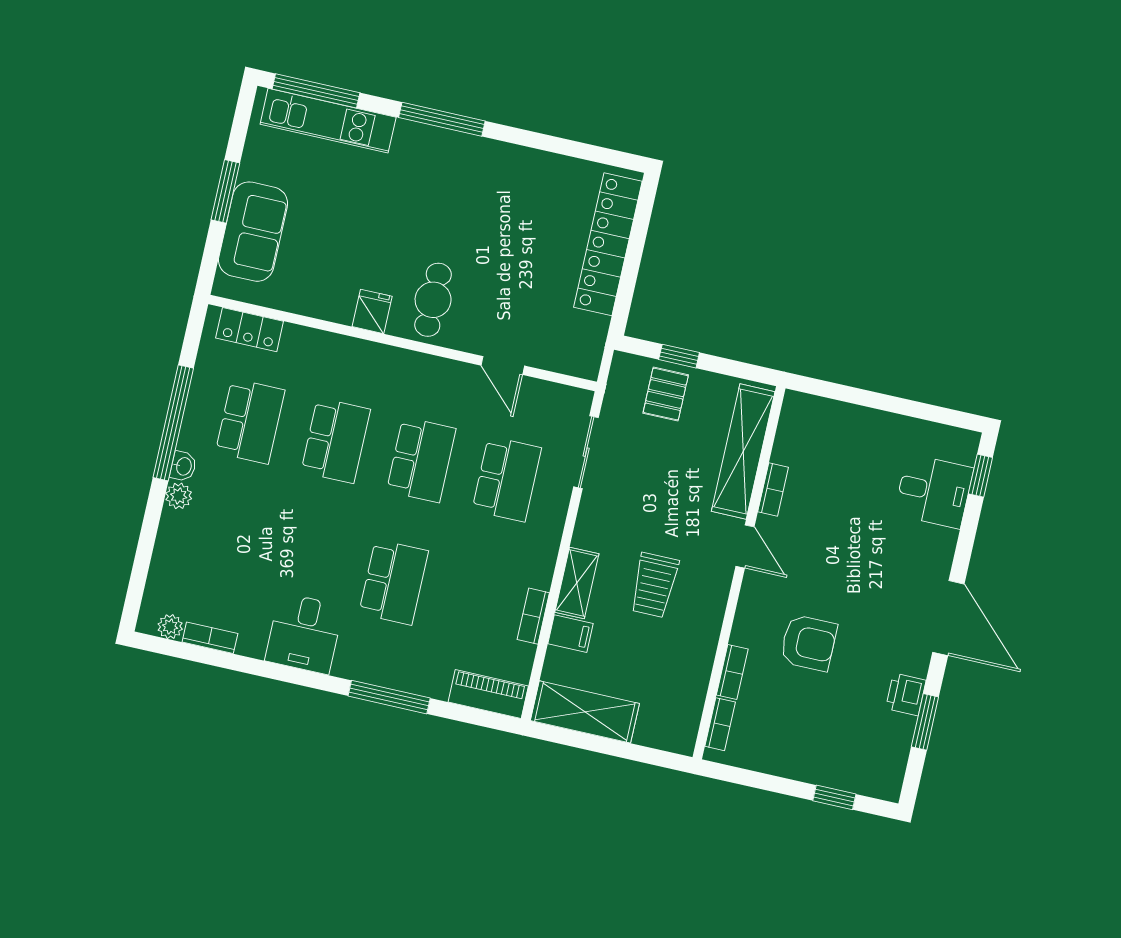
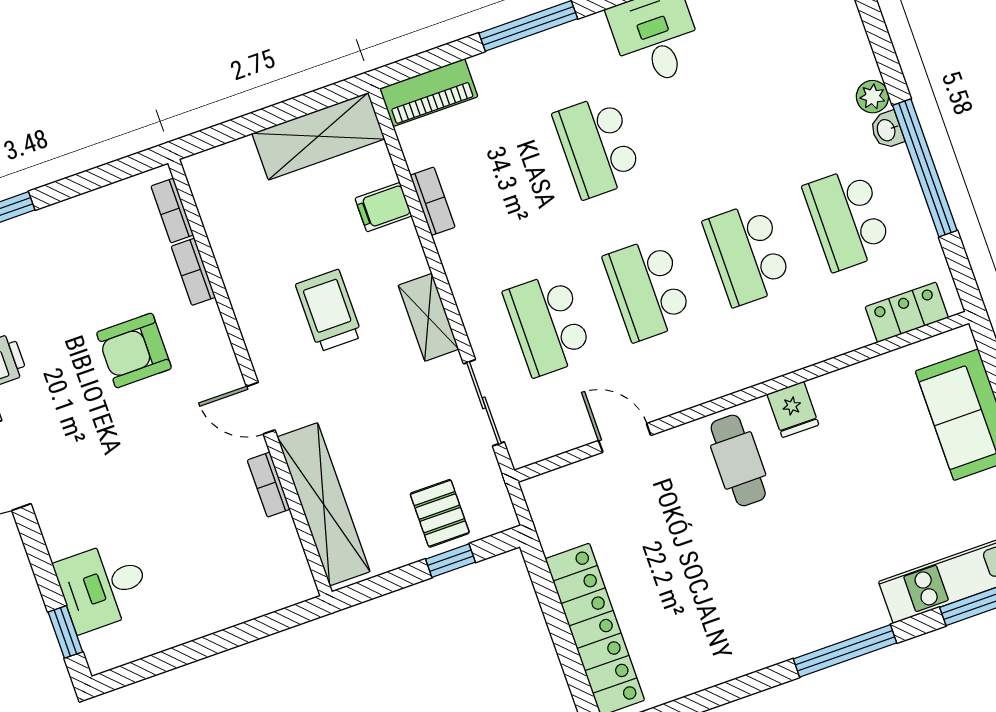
shelving: (577, 583) -> (428, 317), moved

